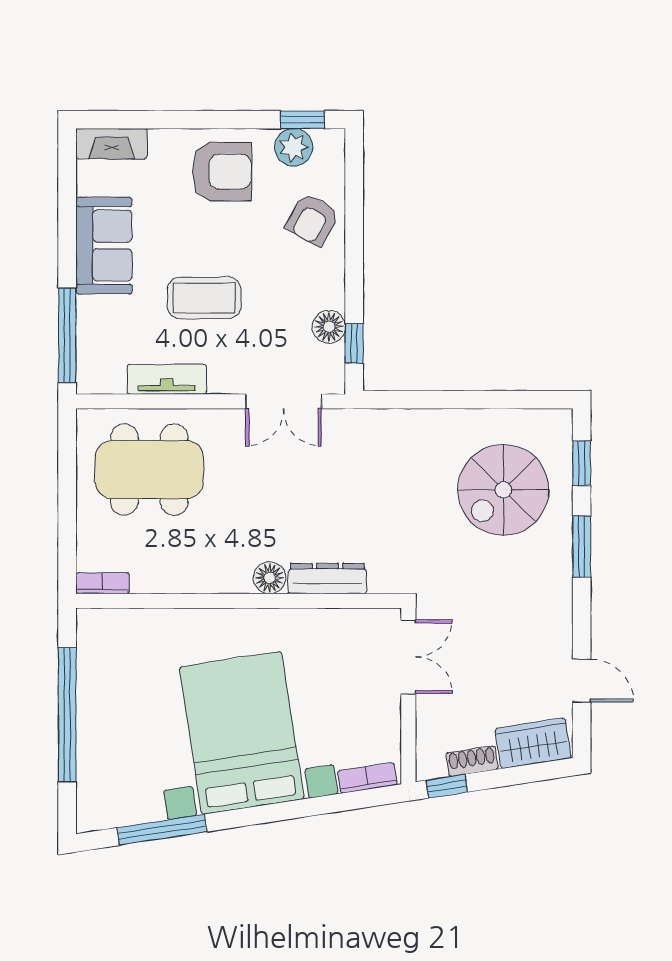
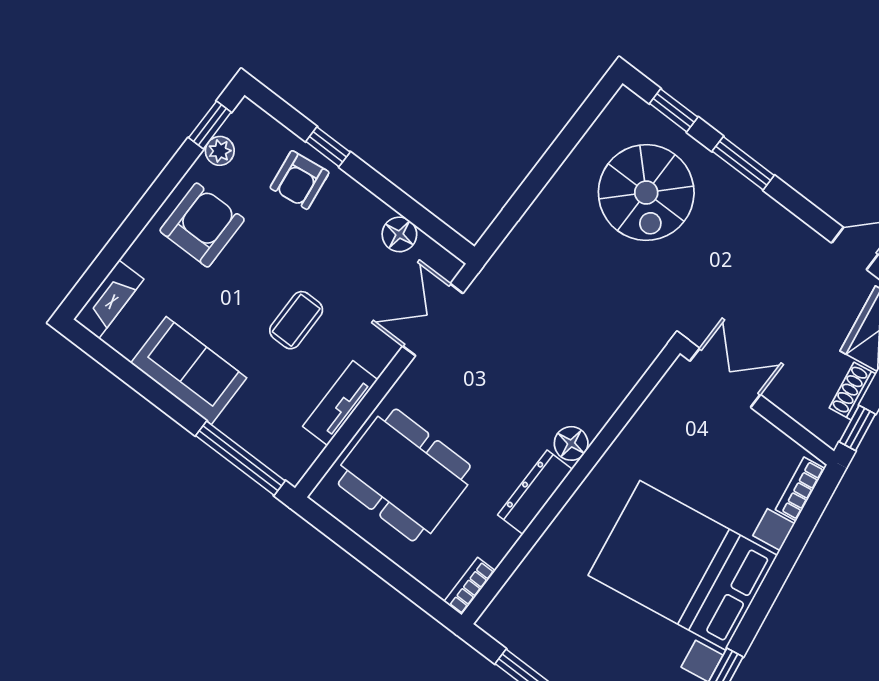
plant: (294, 147) -> (220, 151), width x0.73, depth x0.73
armchair: (312, 220) -> (300, 180), turned 54
coffee table: (204, 298) -> (296, 320), width x0.73, depth x0.77
window: (354, 343) -> (328, 147), moved
double door: (284, 401) -> (433, 320), swing flipped
dining table: (149, 469) -> (404, 475), turned 90
dresser: (327, 579) -> (535, 492), moved

